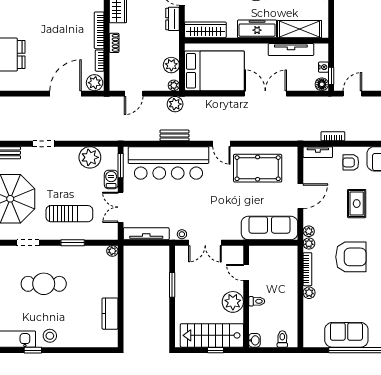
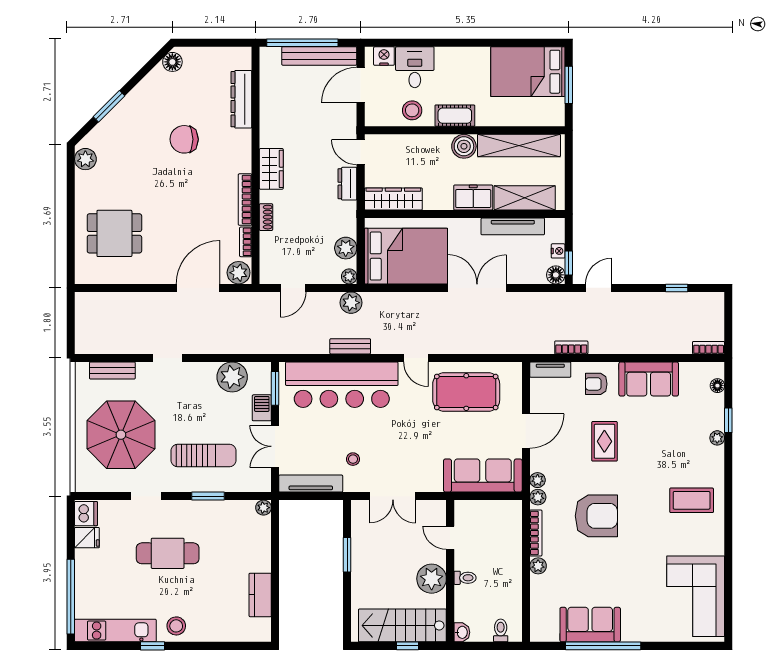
freezer: (257, 29) -> (473, 198), width x0.71
stool: (182, 234) -> (353, 459), moved

